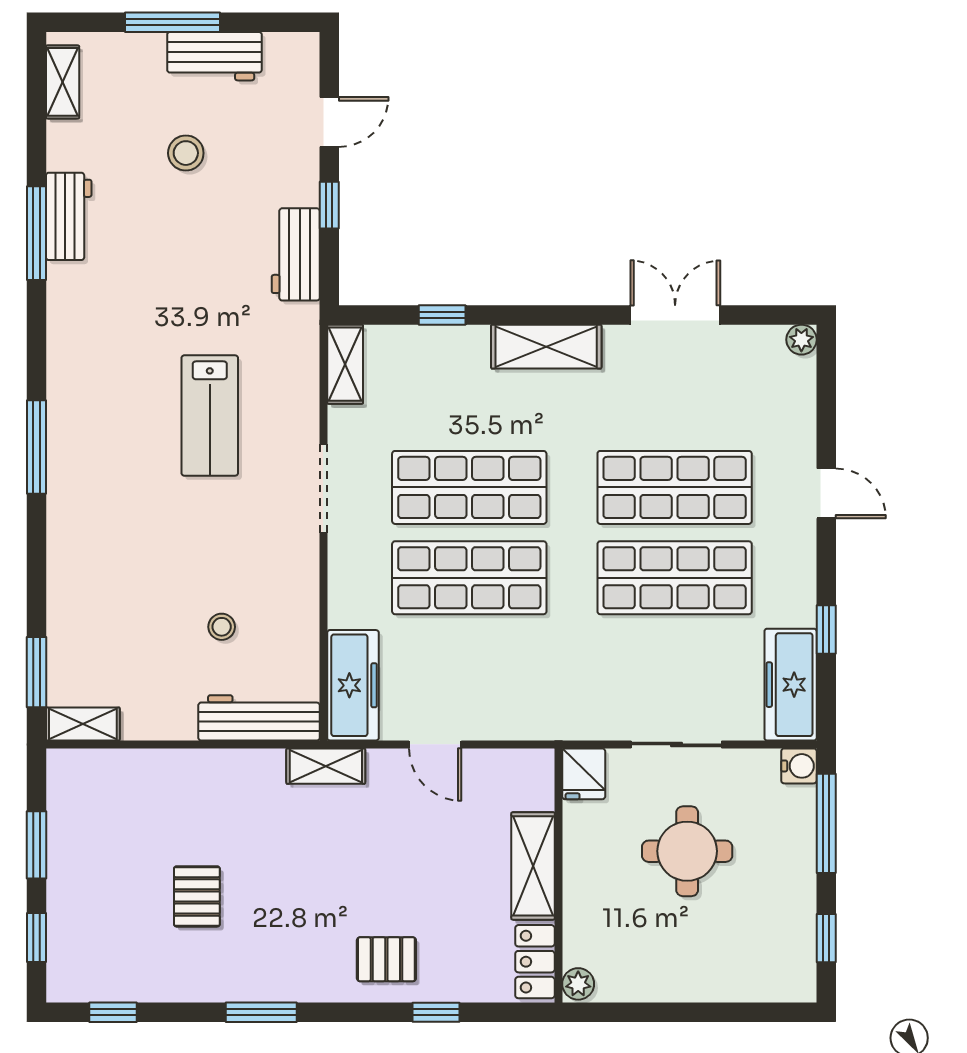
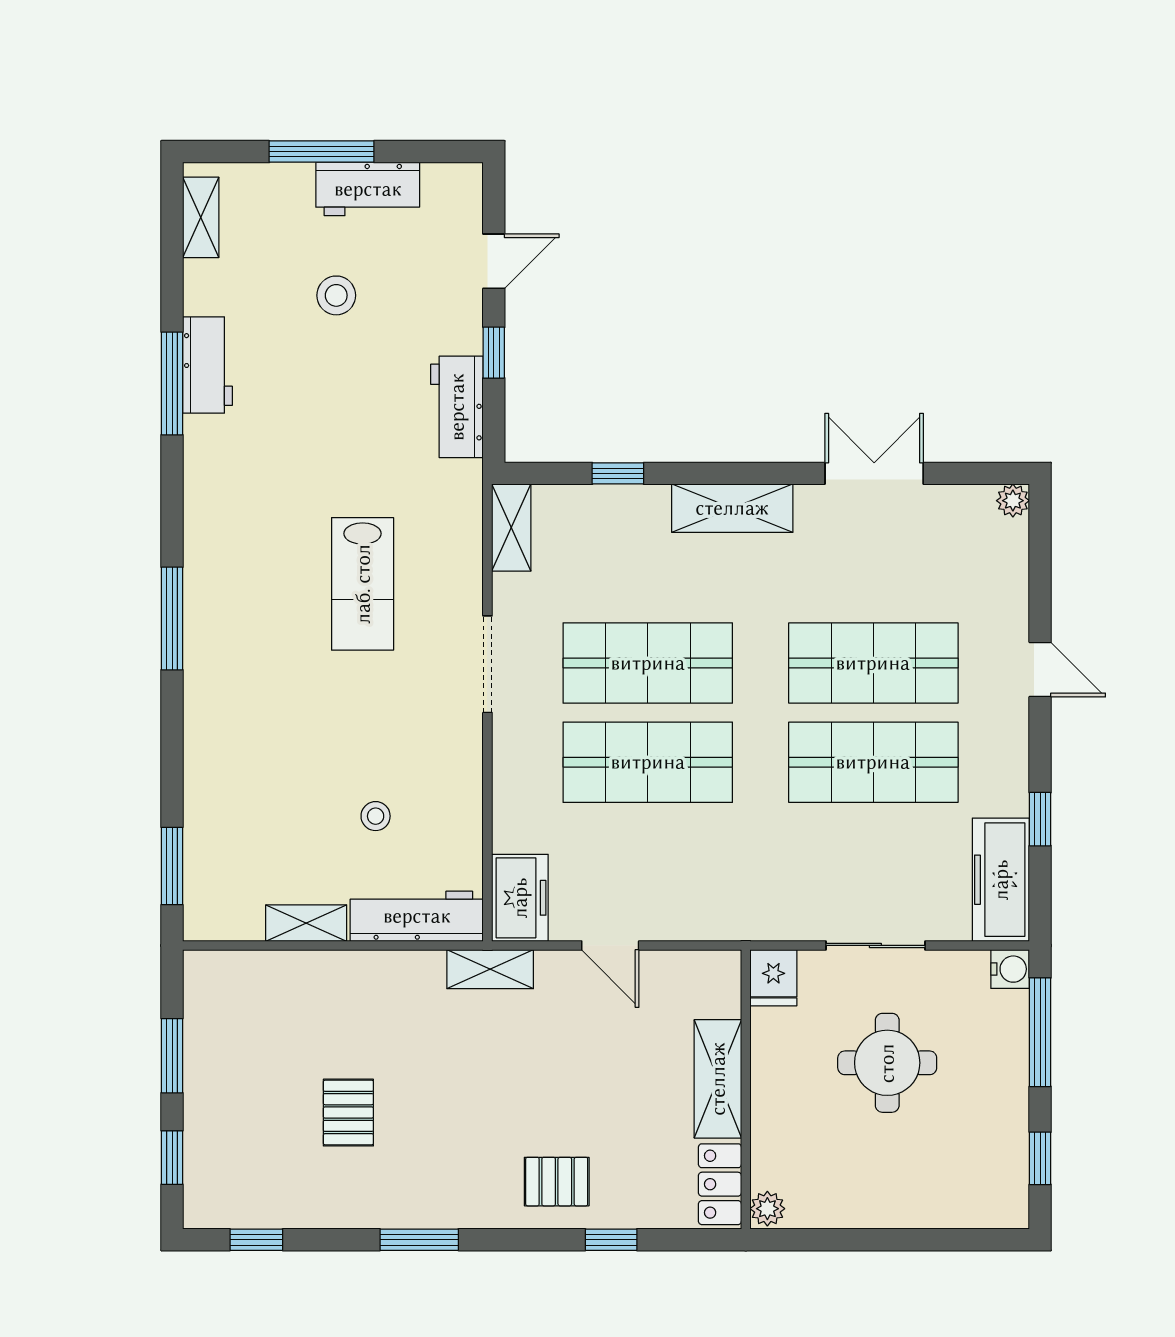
freezer: (353, 685) -> (520, 898), width x0.71
shelving: (83, 724) -> (306, 923), moved

